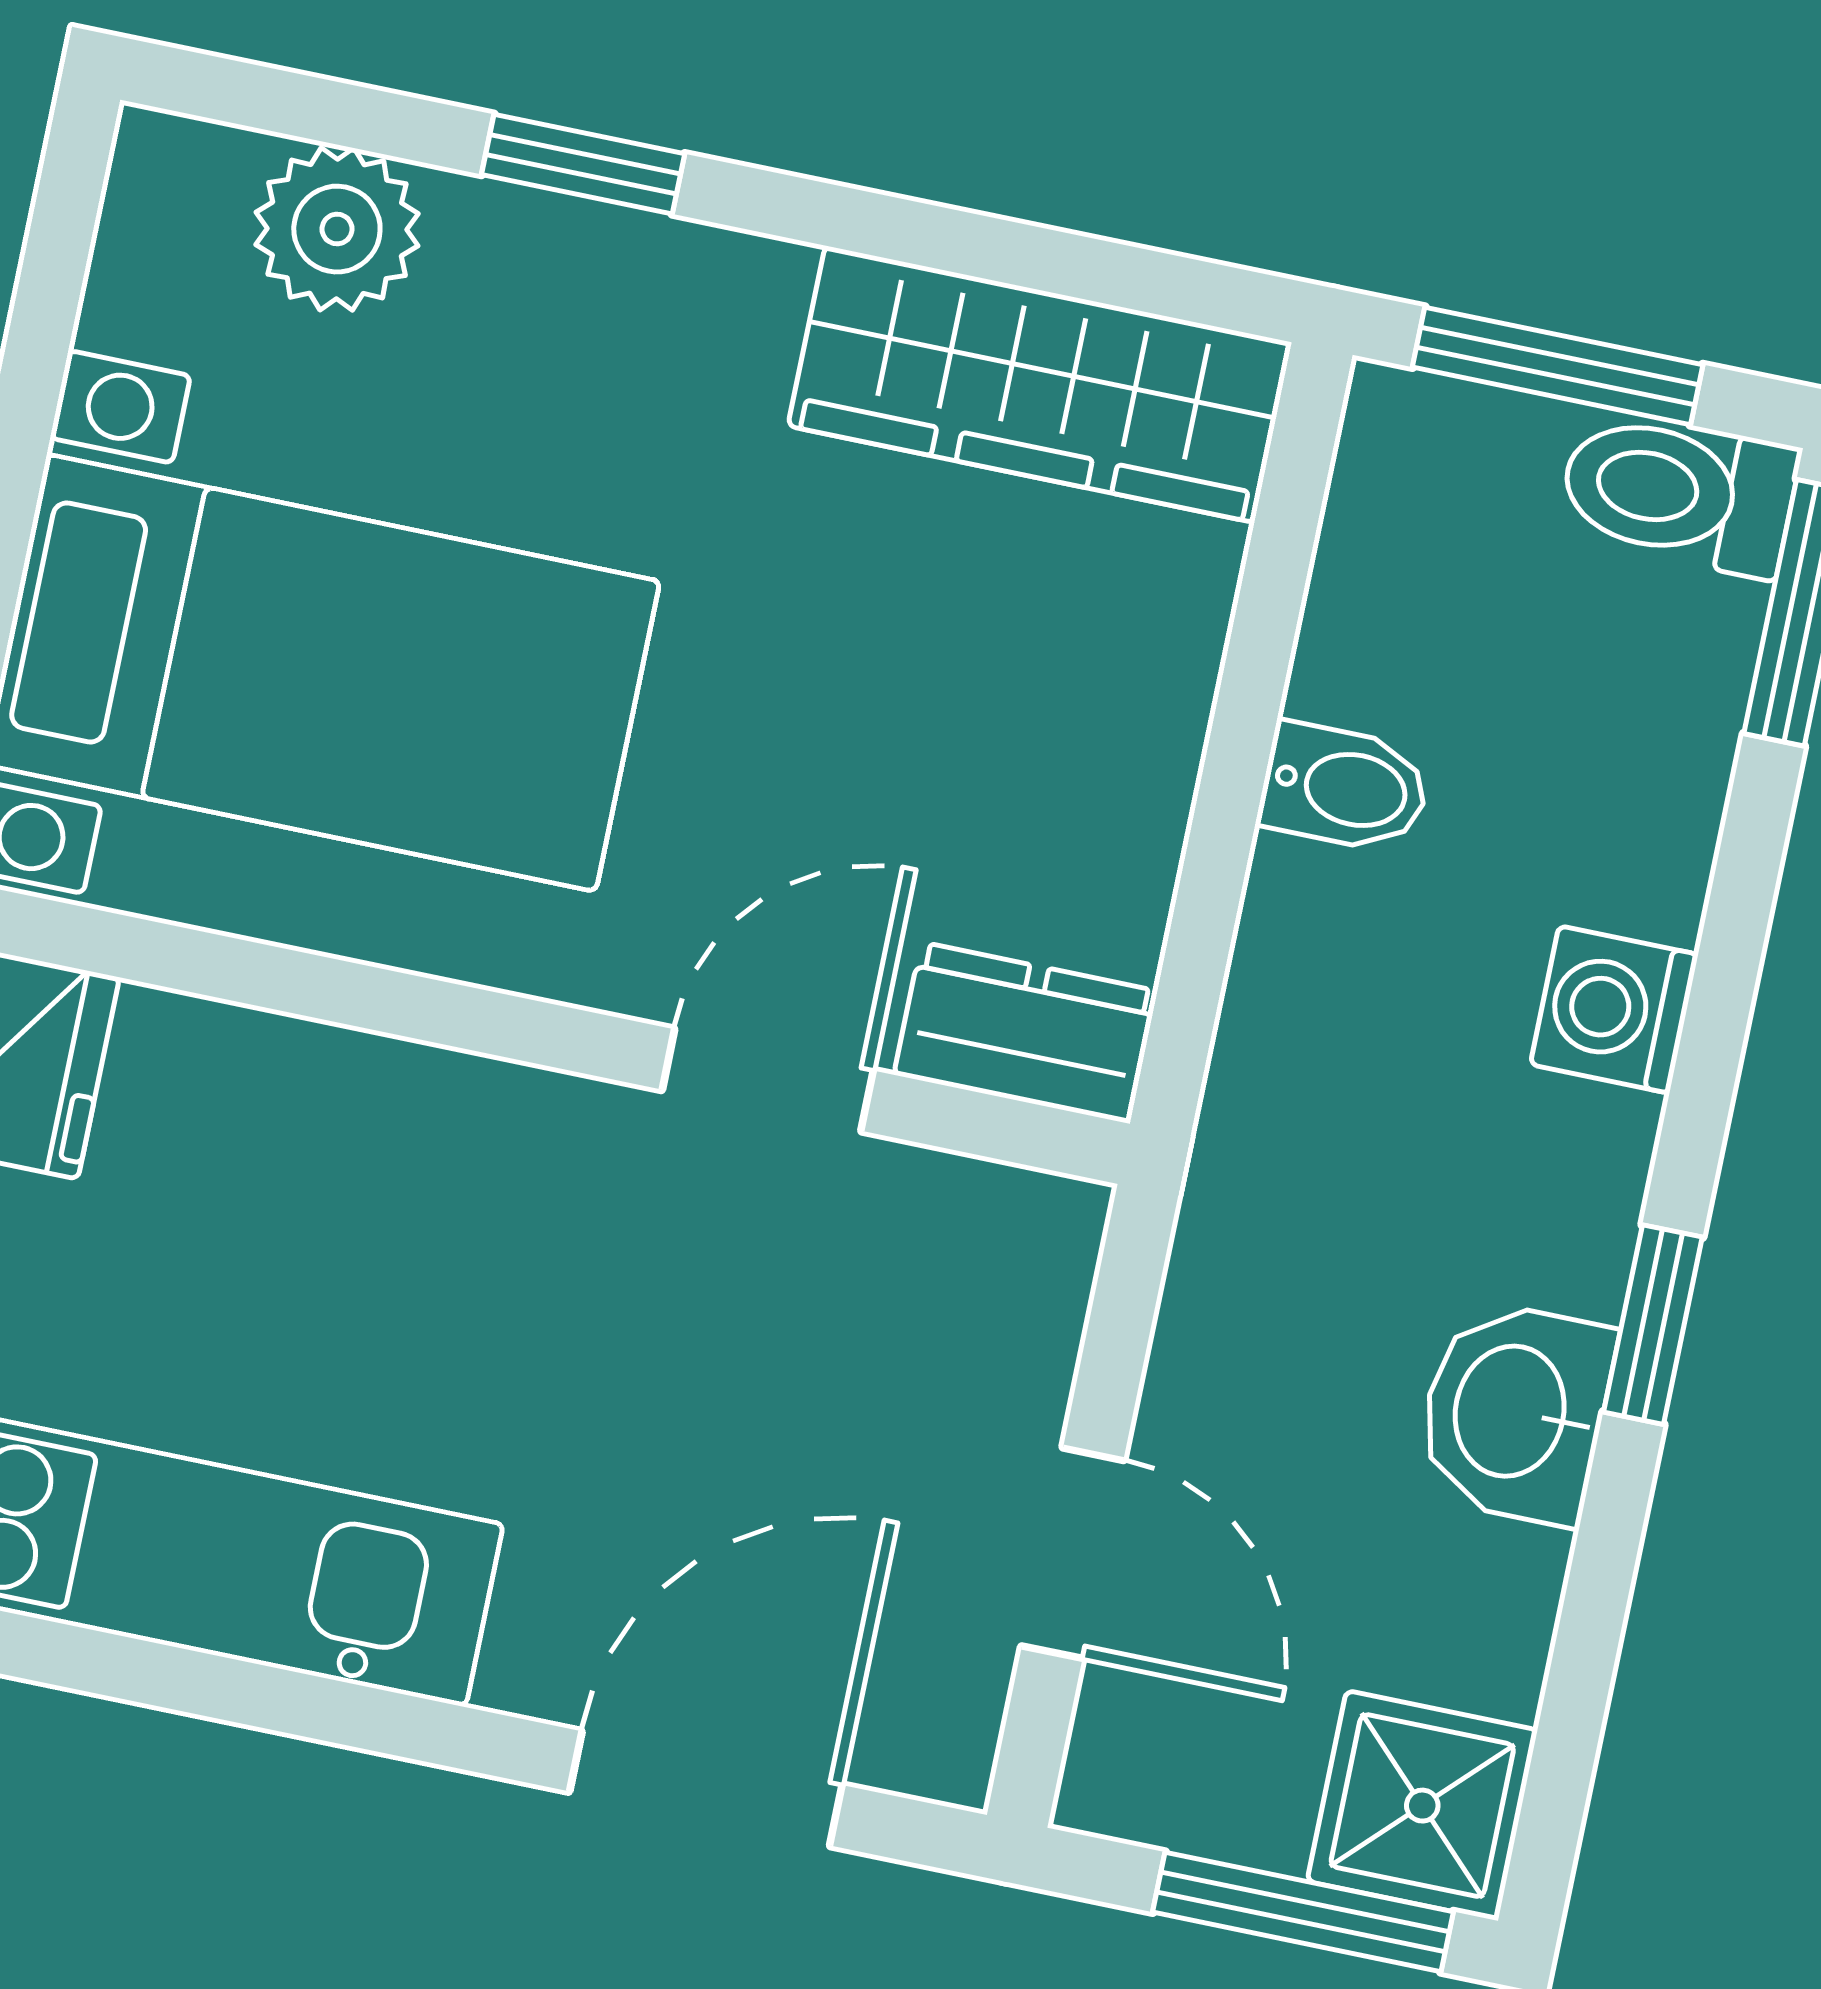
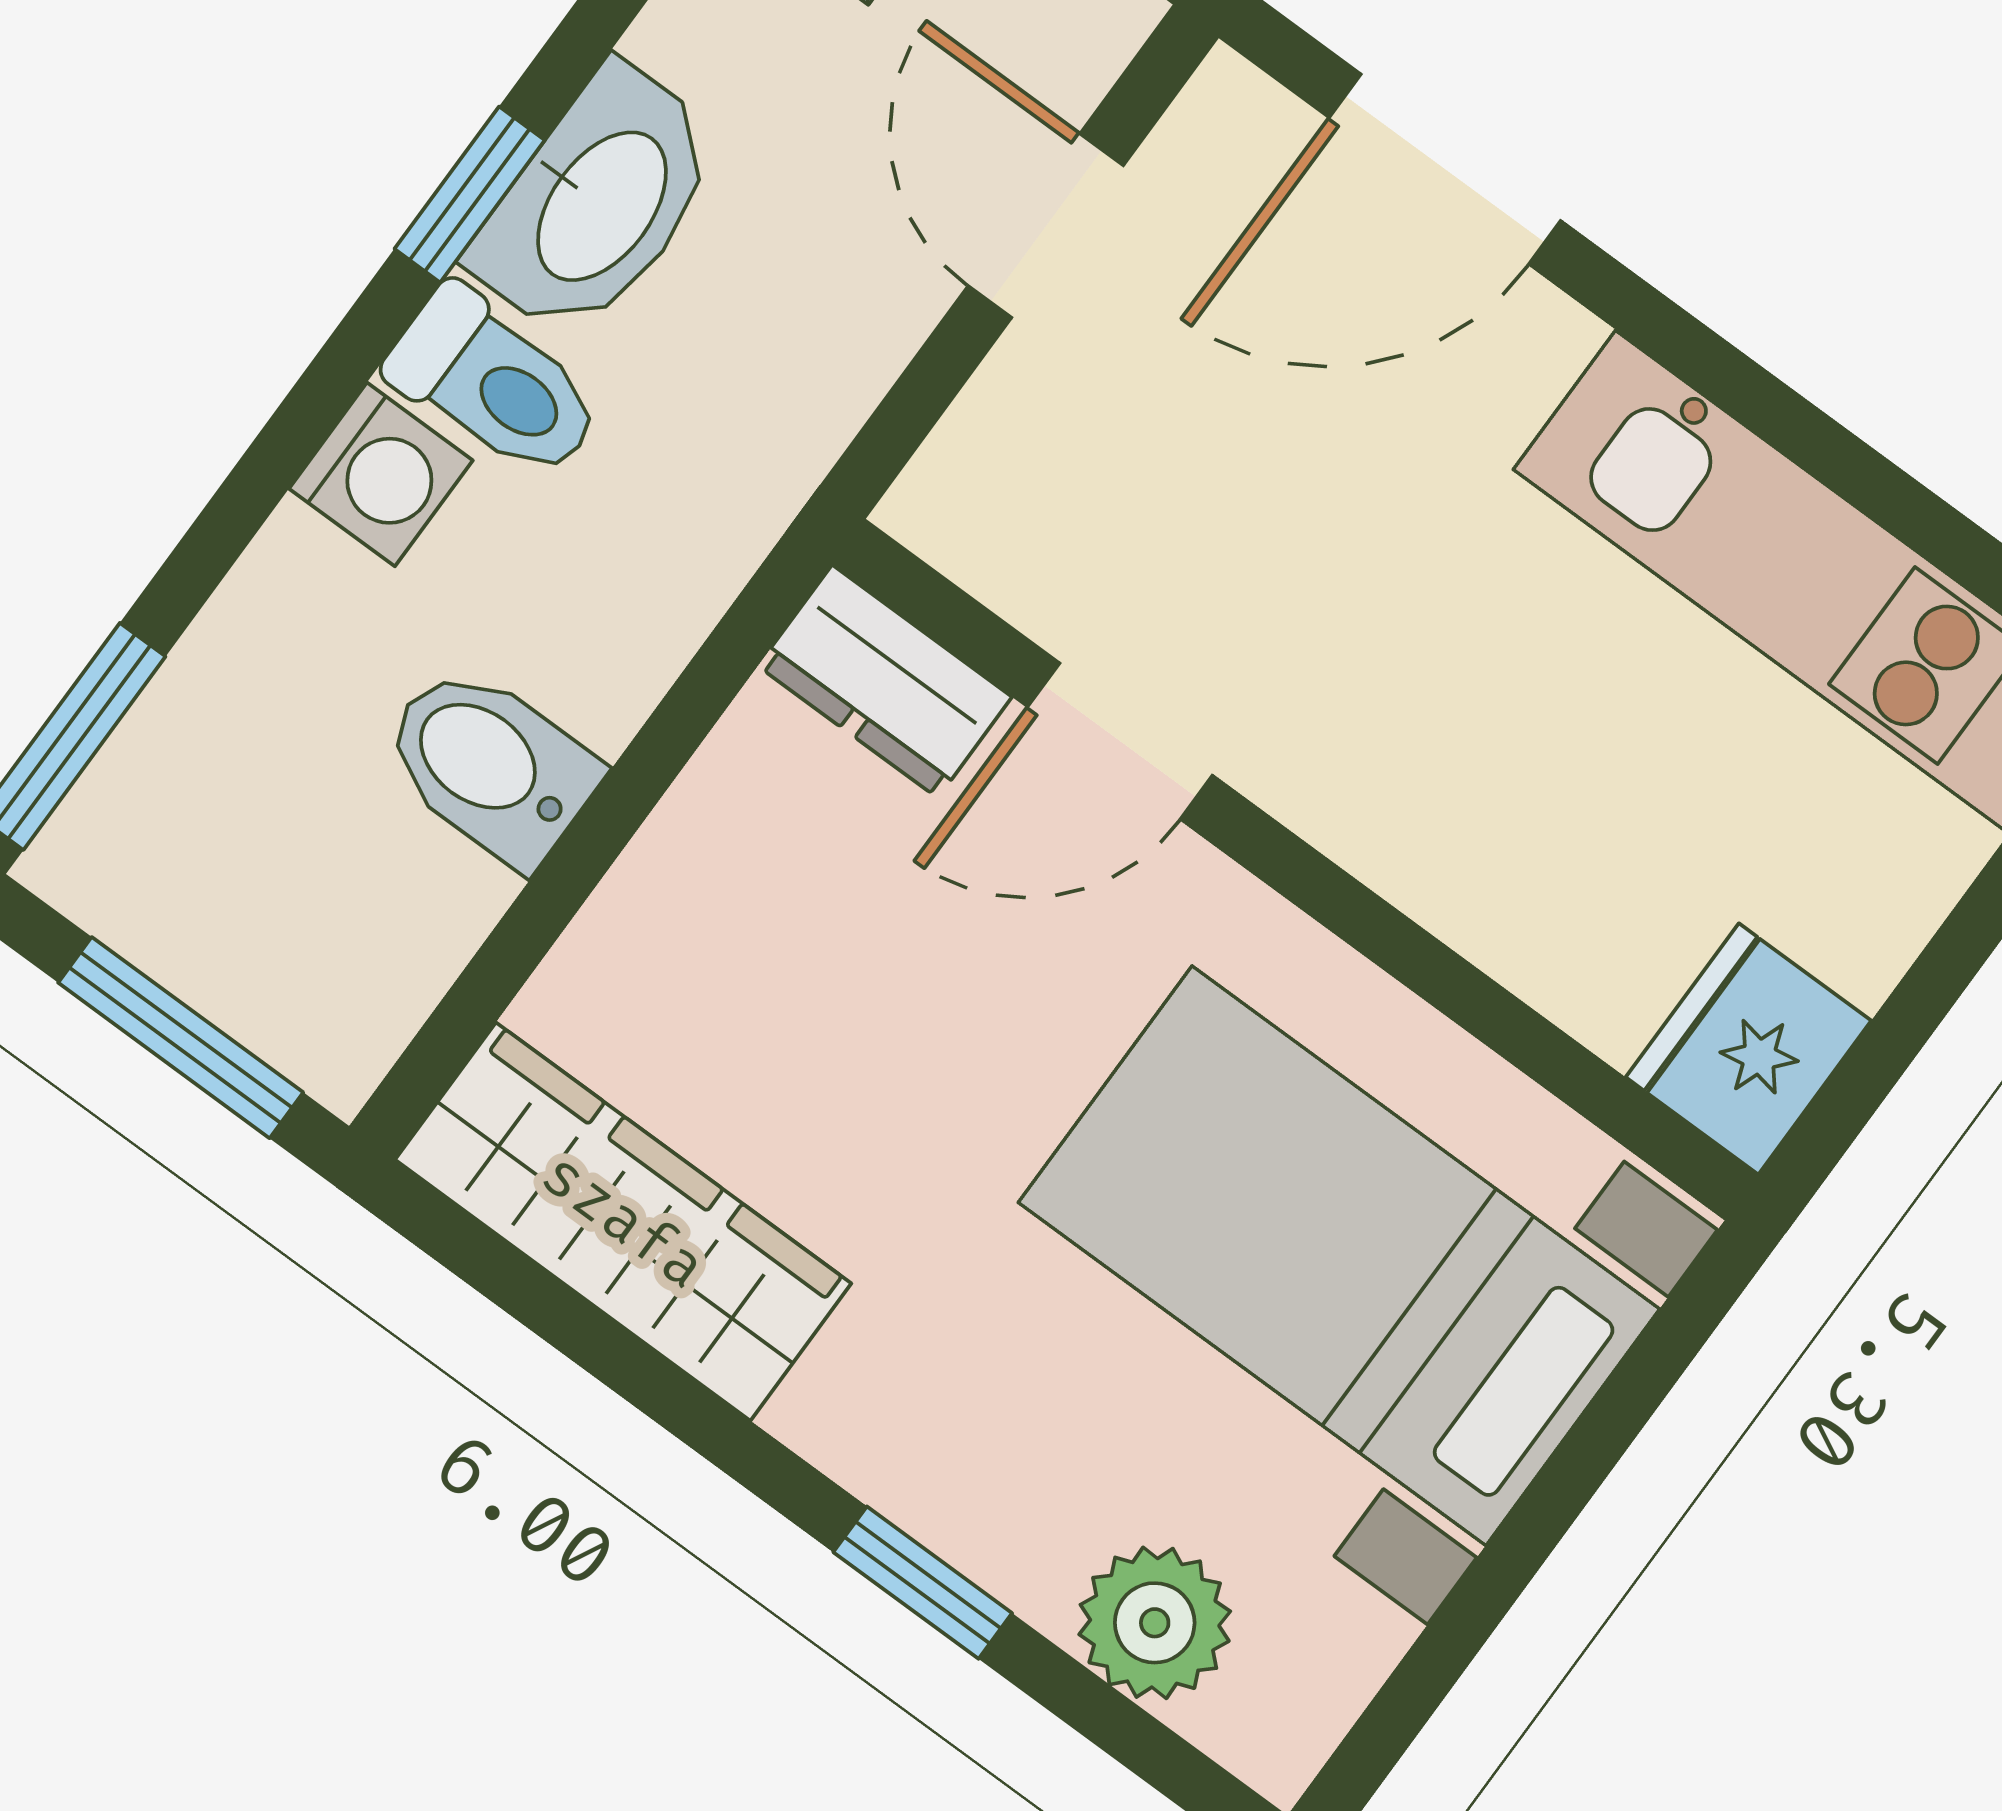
toilet: (1679, 492) -> (495, 384), moved
bidet: (1345, 788) -> (489, 765), width x1.38, depth x1.36
washbasin: (1515, 1412) -> (598, 203), width x1.38

